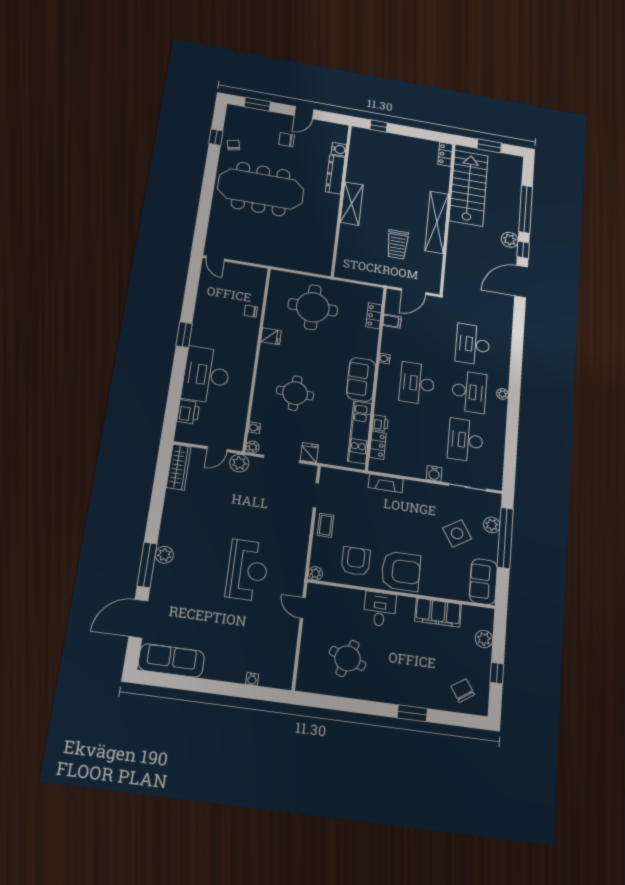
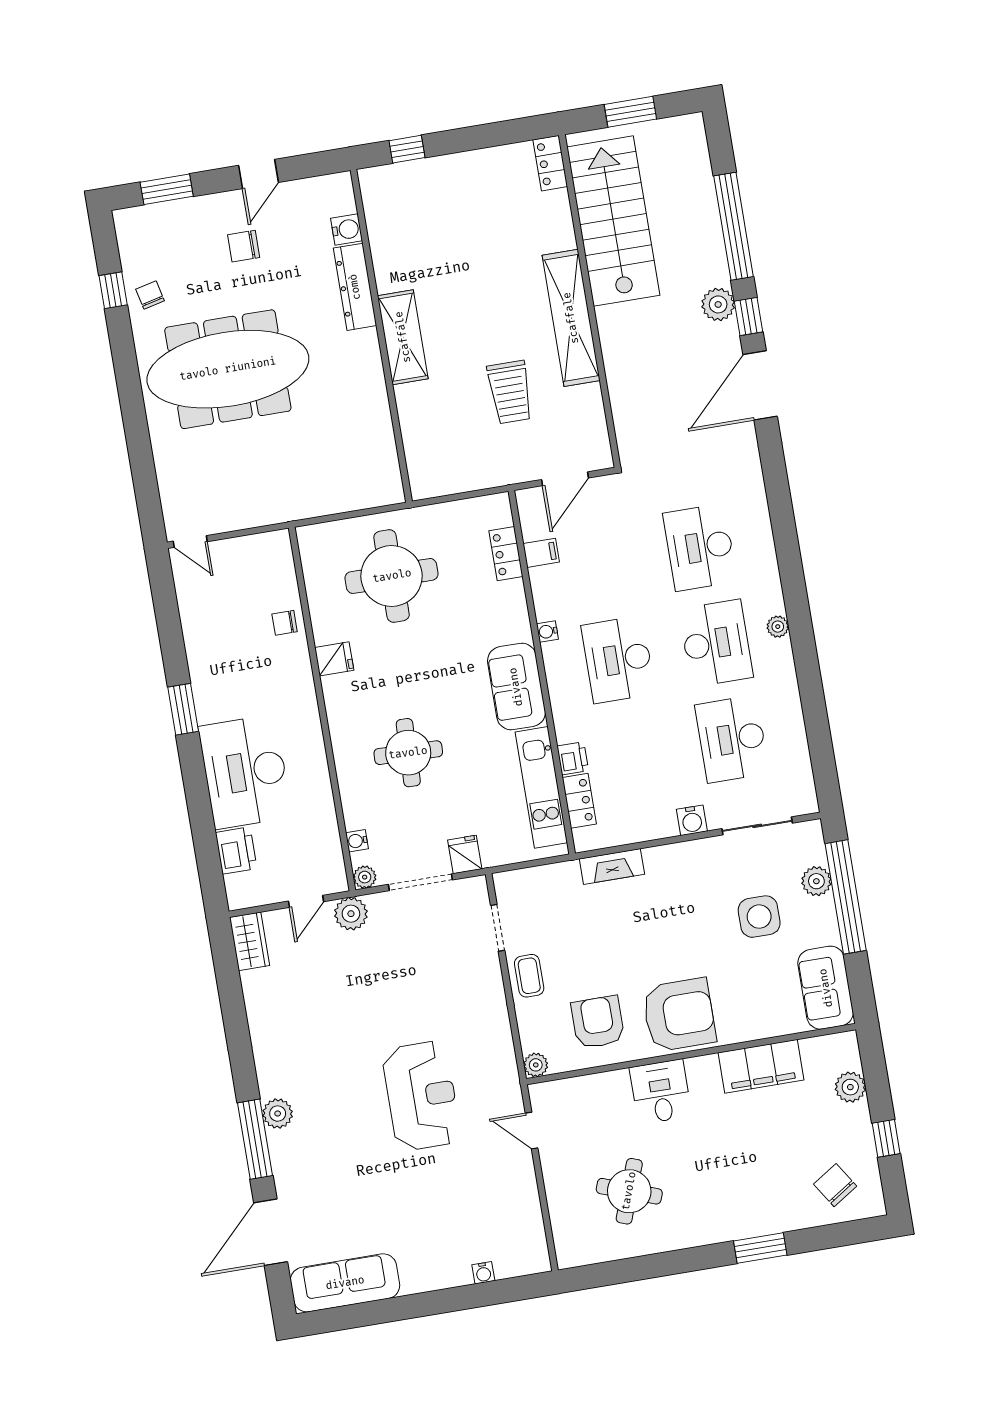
wardrobe: (179, 467) -> (250, 941), width x0.67
side table: (457, 533) -> (759, 917), turned 32

